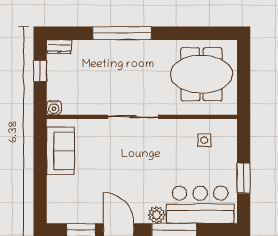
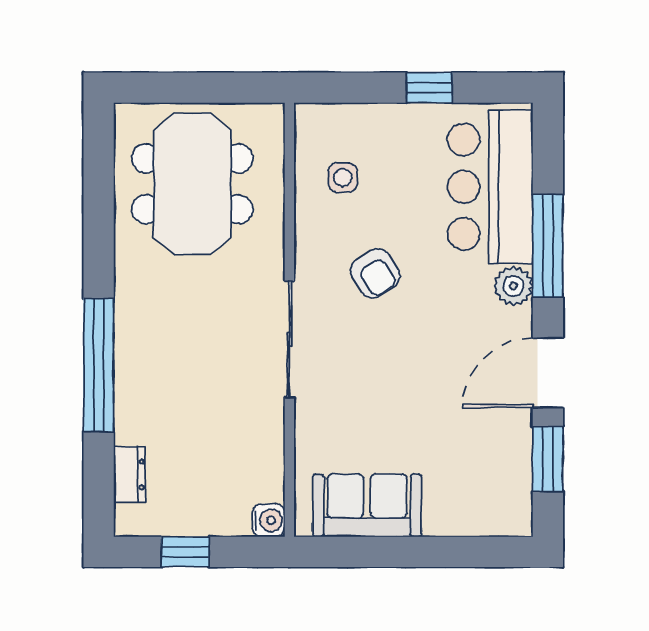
dresser: (59, 47) -> (130, 474), moved
armchair: (162, 154) -> (375, 273), added
window: (244, 178) -> (429, 88), width x0.67

